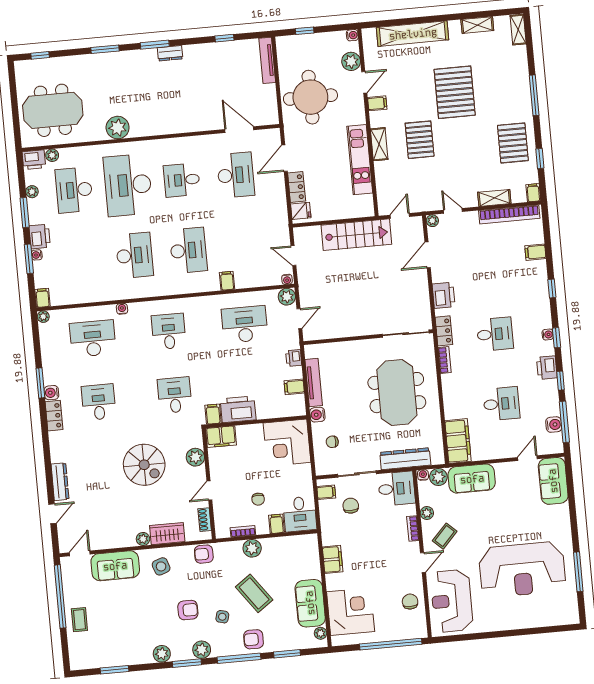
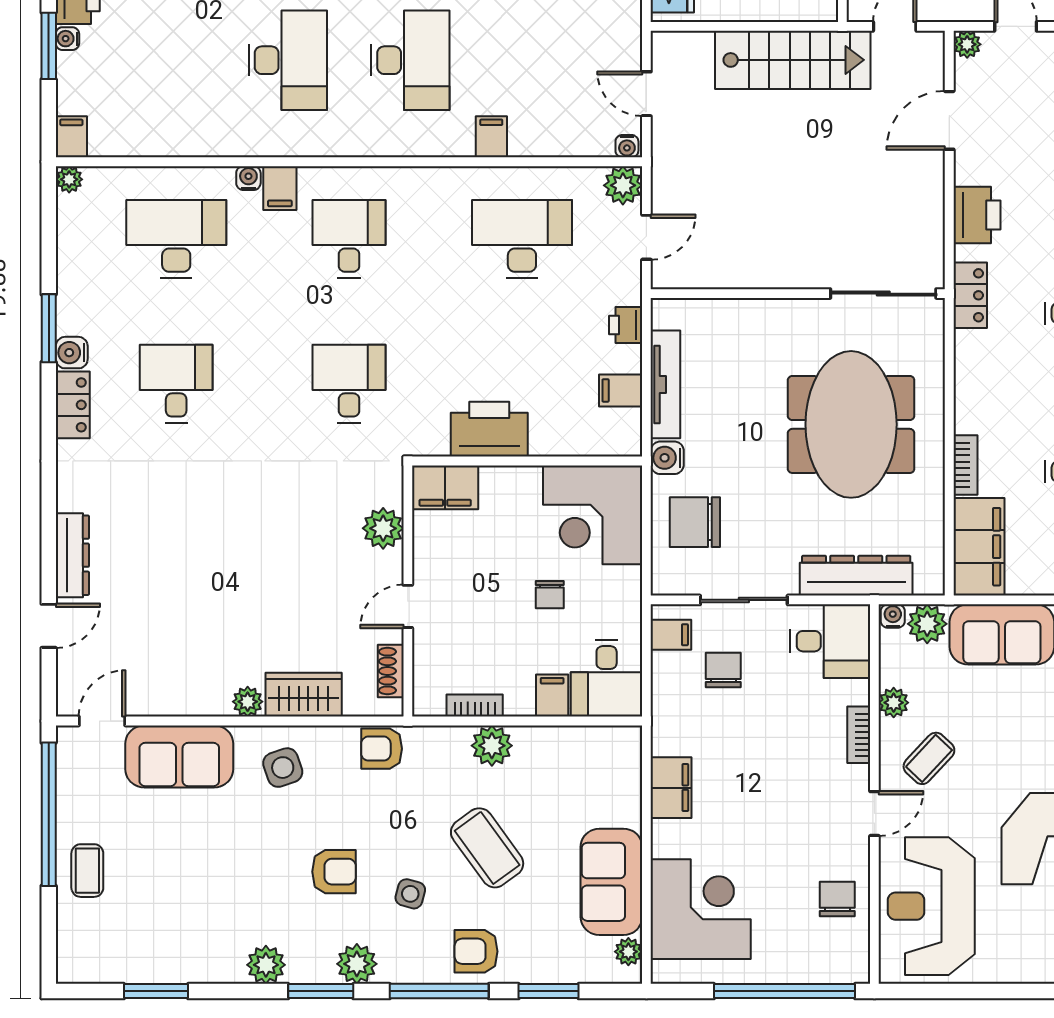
bookcase: (445, 360) -> (966, 465), moved
filing cabinet: (213, 414) -> (280, 188), moved, turned 180
chair: (332, 442) -> (695, 522), width x1.87, depth x1.87
spiral stairs: (144, 465) -> (266, 535), removed
chair: (258, 499) -> (550, 595), moved

